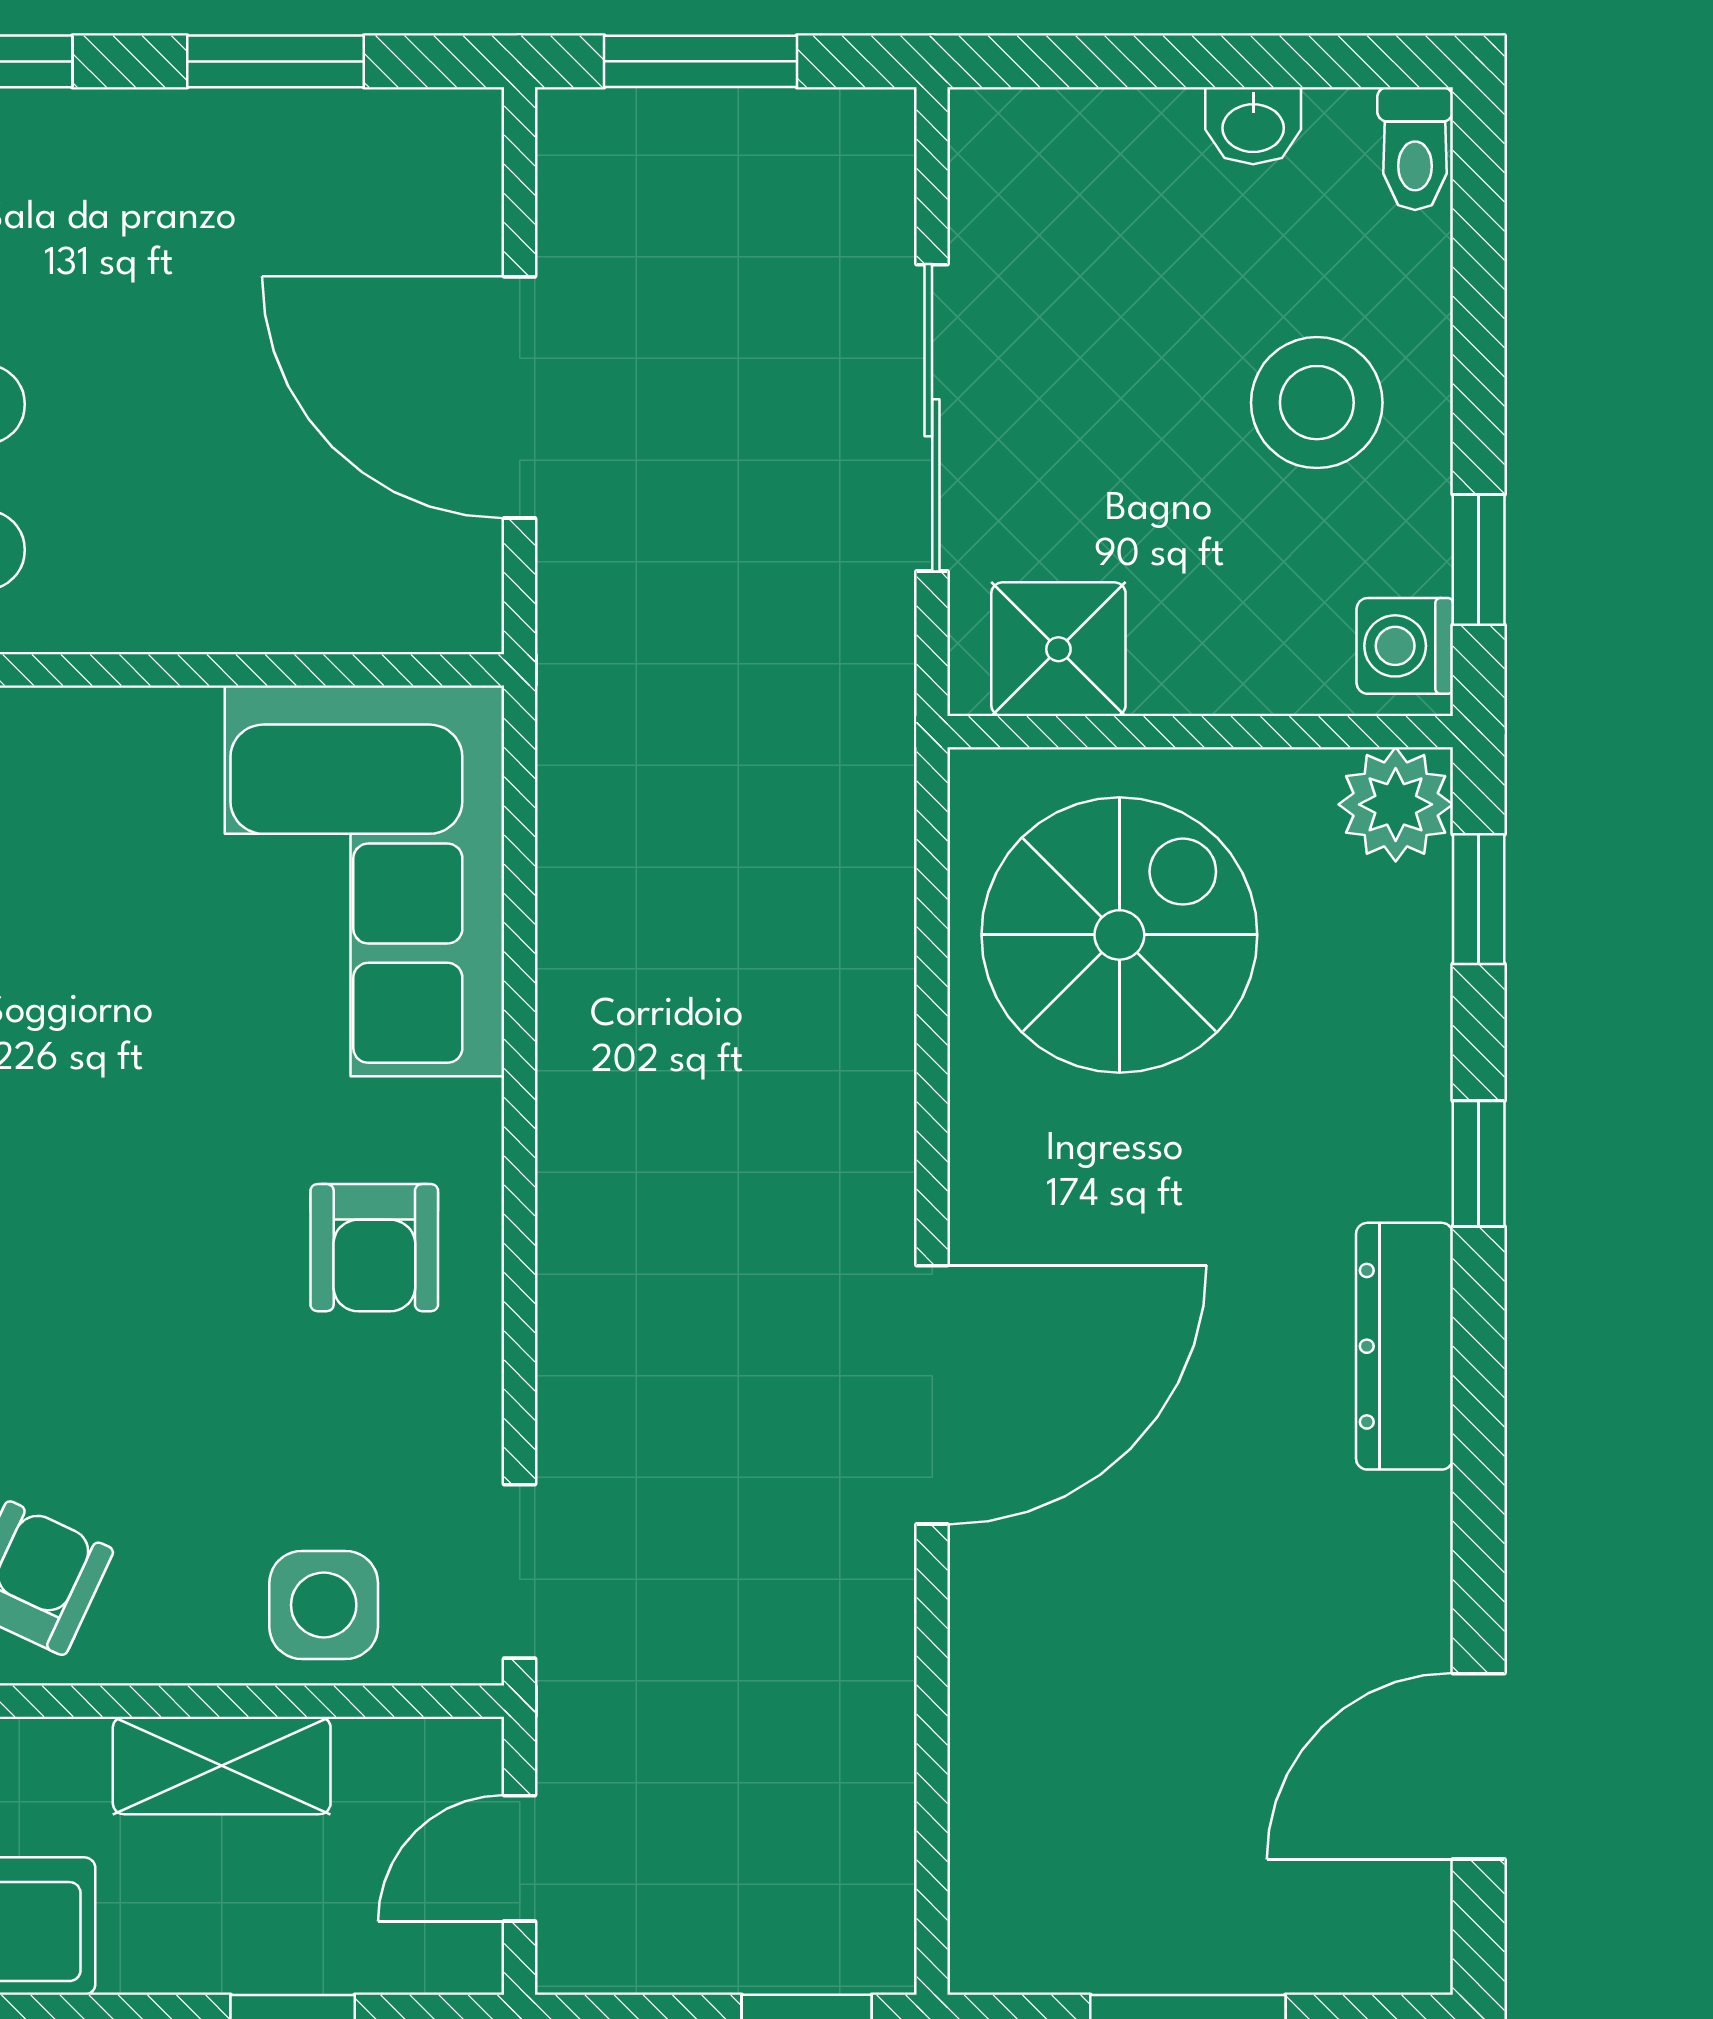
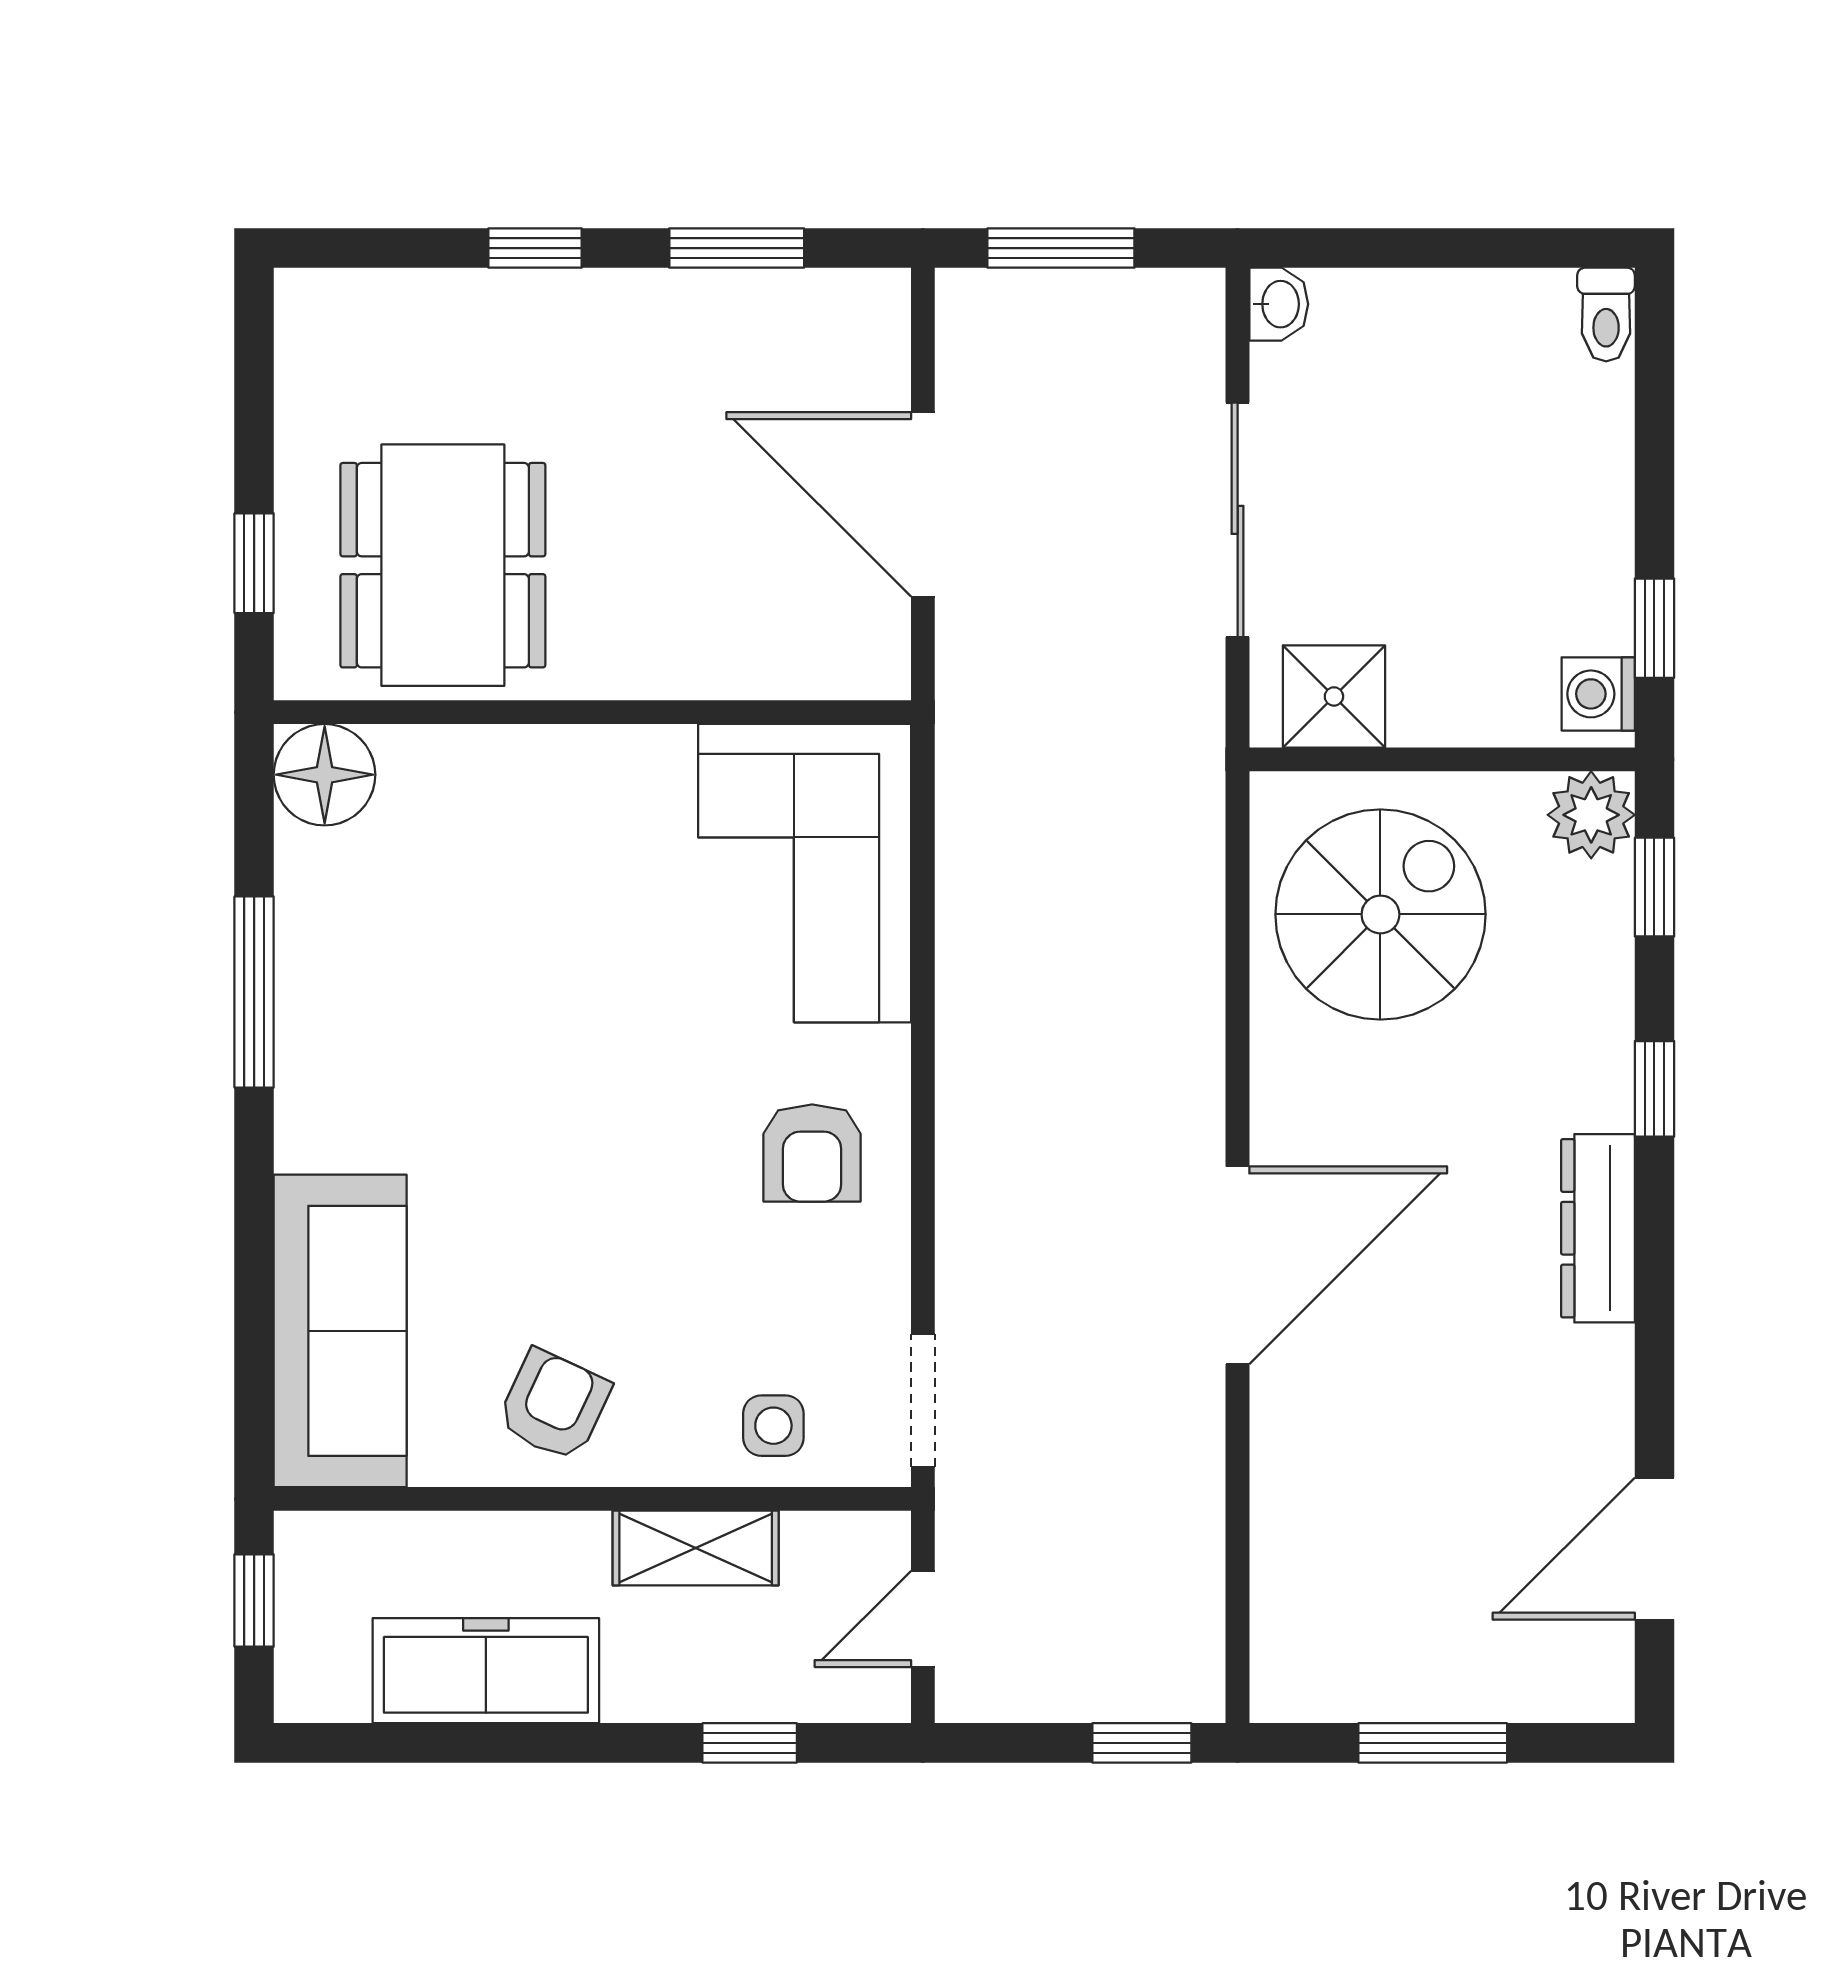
washbasin: (1253, 126) -> (1279, 304), moved, turned -90
stool: (1317, 403) -> (1531, 508), removed
side table: (324, 1605) -> (773, 1426), width x0.73, depth x0.73

